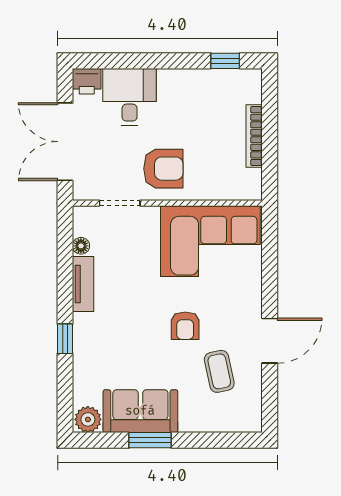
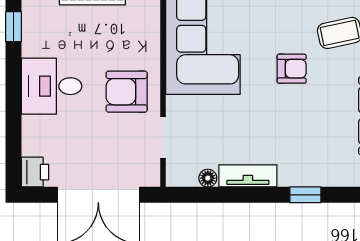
desk: (130, 97) -> (52, 86), moved
armchair: (163, 169) -> (127, 92), turned -90

